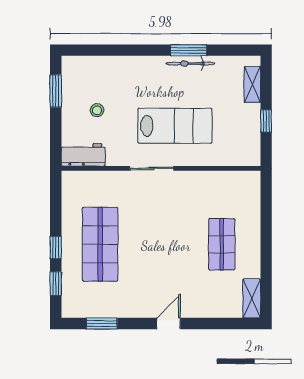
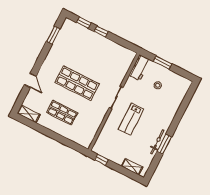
window: (56, 91) -> (162, 63), moved
window: (266, 121) -> (101, 160), moved
lab bench: (175, 126) -> (131, 119), width x0.73, depth x0.72
shop shelf: (100, 244) -> (77, 83), moved
door: (169, 323) -> (30, 80), moved

